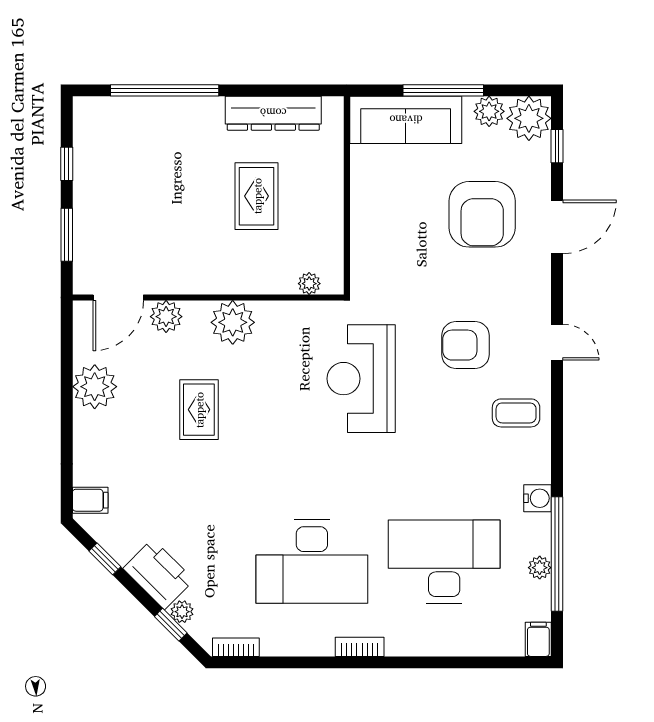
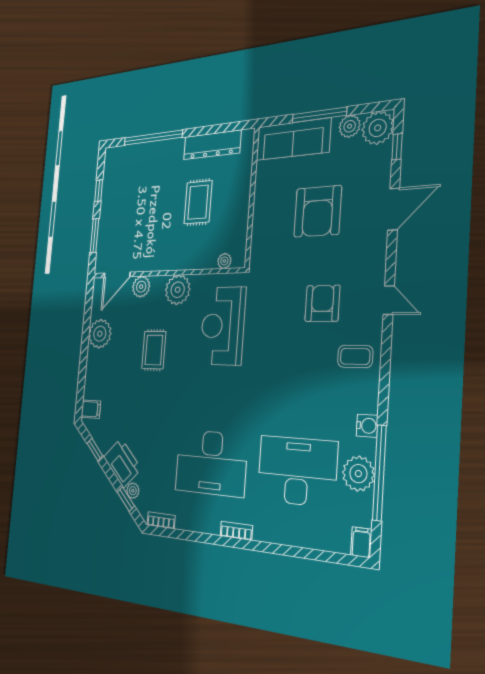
armchair: (482, 214) -> (318, 211), moved
armchair: (466, 345) -> (322, 303), turned 90
reception desk: (361, 379) -> (223, 326), moved
plant: (540, 568) -> (358, 474), width x1.87, depth x1.87

